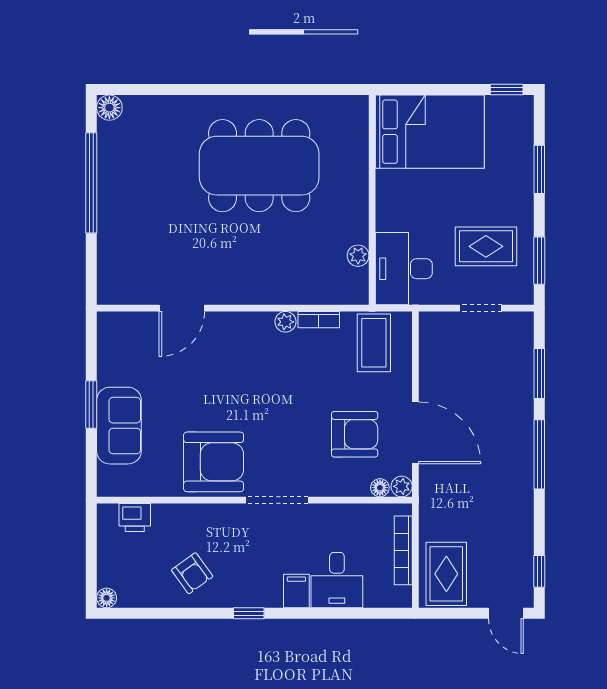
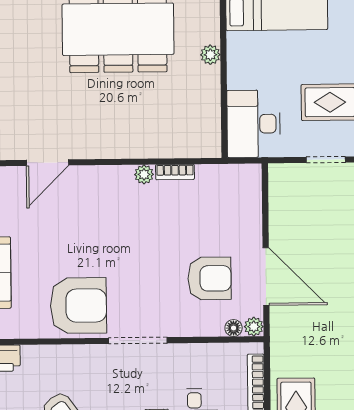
plant: (358, 256) -> (210, 55), moved
coffee table: (374, 343) -> (227, 193), removed

